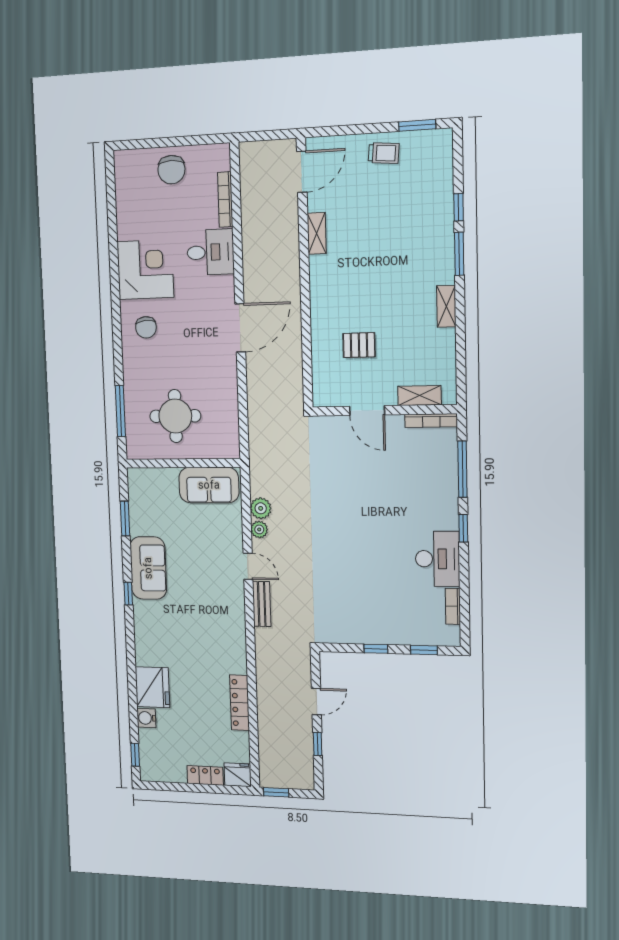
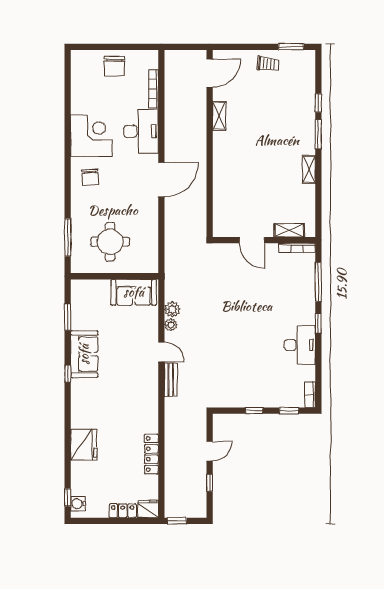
desk: (210, 252) -> (141, 131), width x1.37
pallet: (359, 345) -> (247, 194), removed
bookcase: (453, 606) -> (310, 395), moved
water cooler: (146, 718) -> (78, 504), moved

